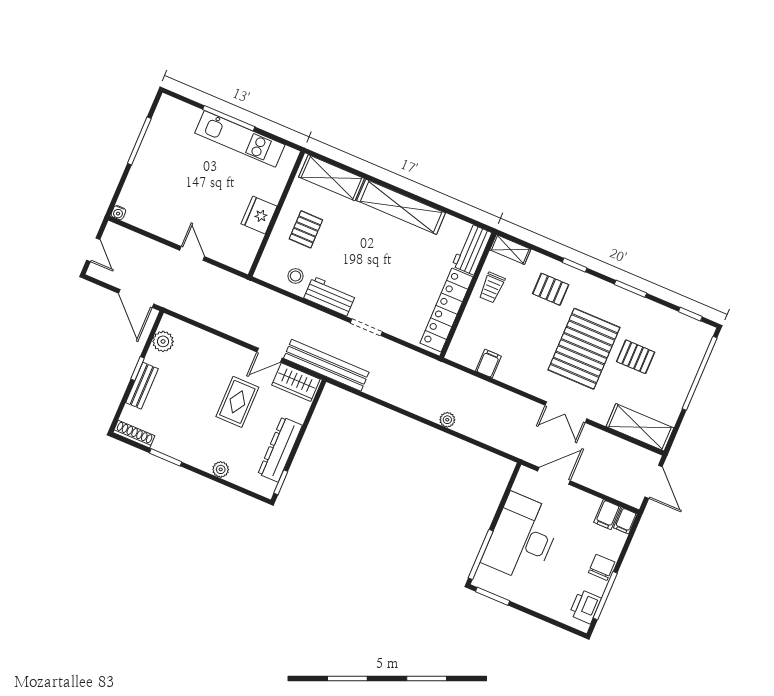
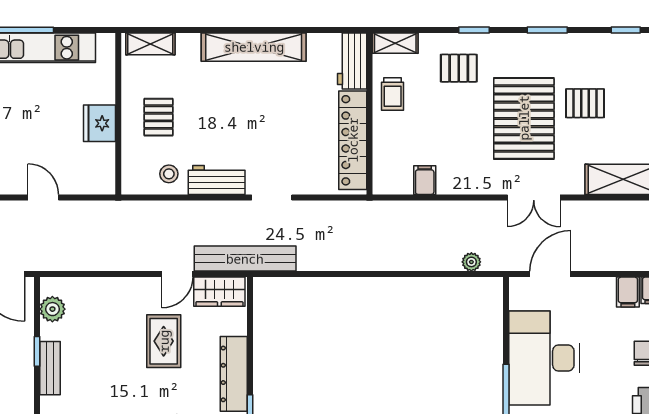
shelving: (332, 178) -> (150, 44), width x0.67, depth x0.75
plant: (447, 420) -> (471, 262), moved

